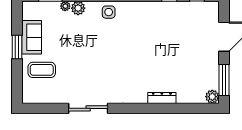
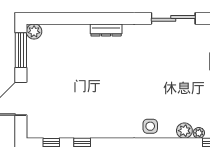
dresser: (162, 98) -> (106, 30), moved

